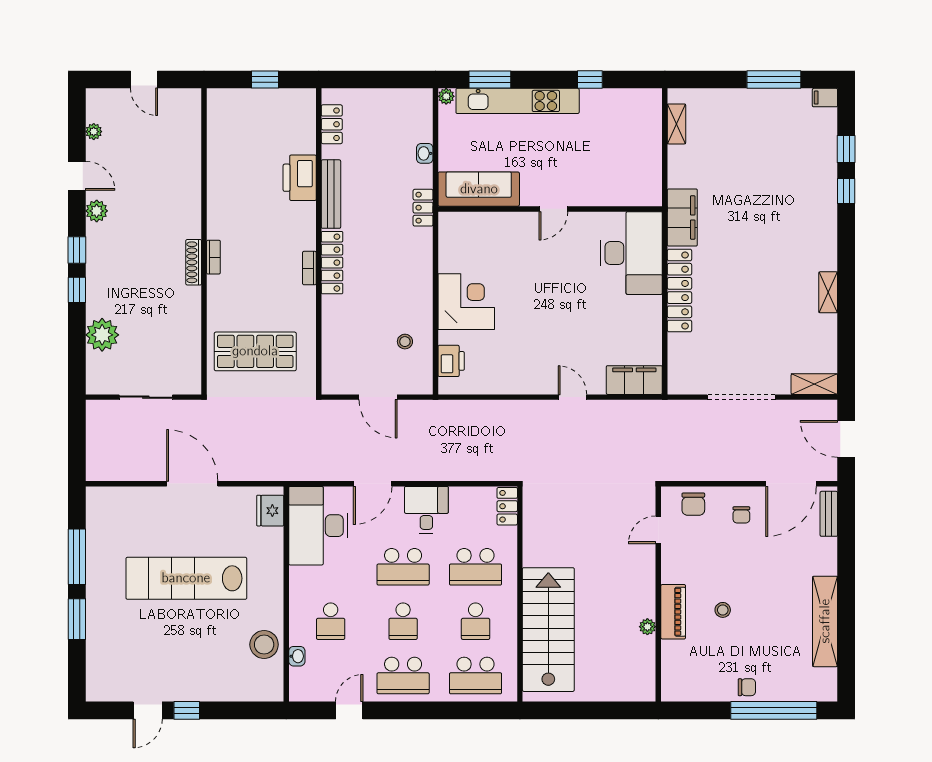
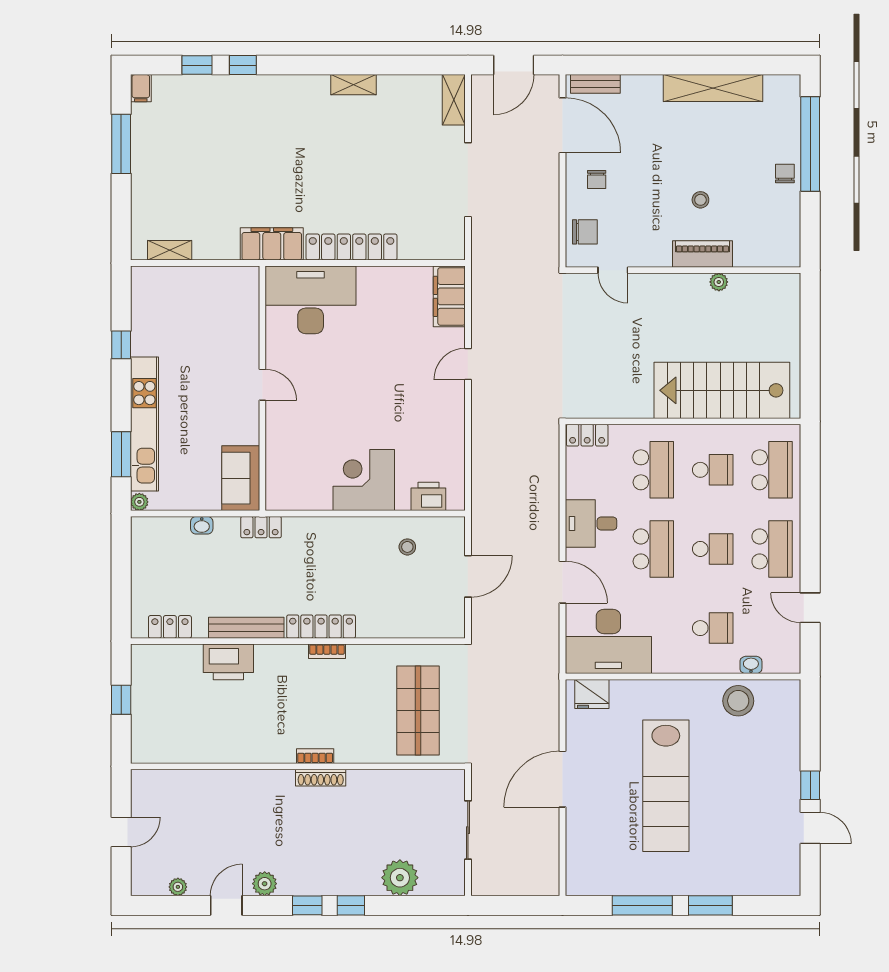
sofa: (479, 189) -> (241, 478), width x0.73
chair: (741, 515) -> (597, 179), turned 90

